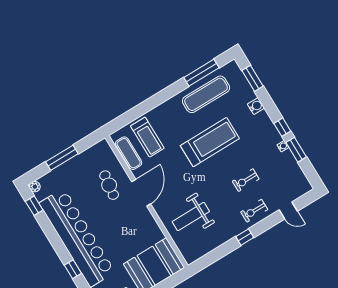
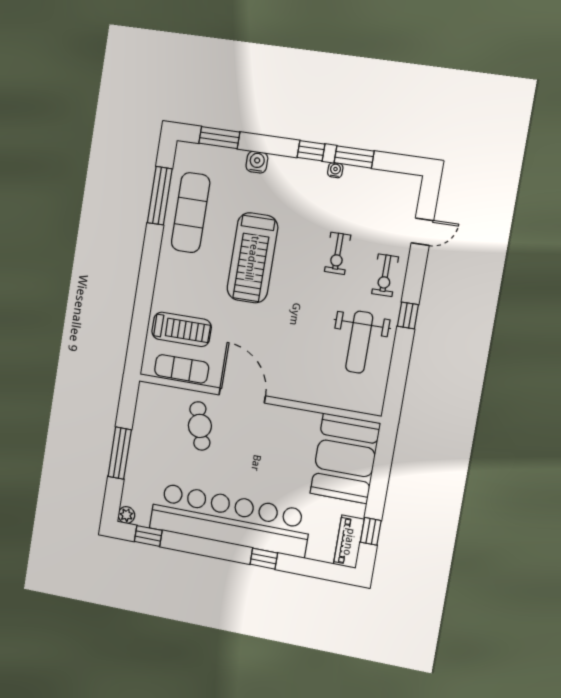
treadmill: (210, 142) -> (252, 258), turned 180
cafe table: (109, 185) -> (200, 426), turned 66
weight bench: (191, 217) -> (359, 342), moved

